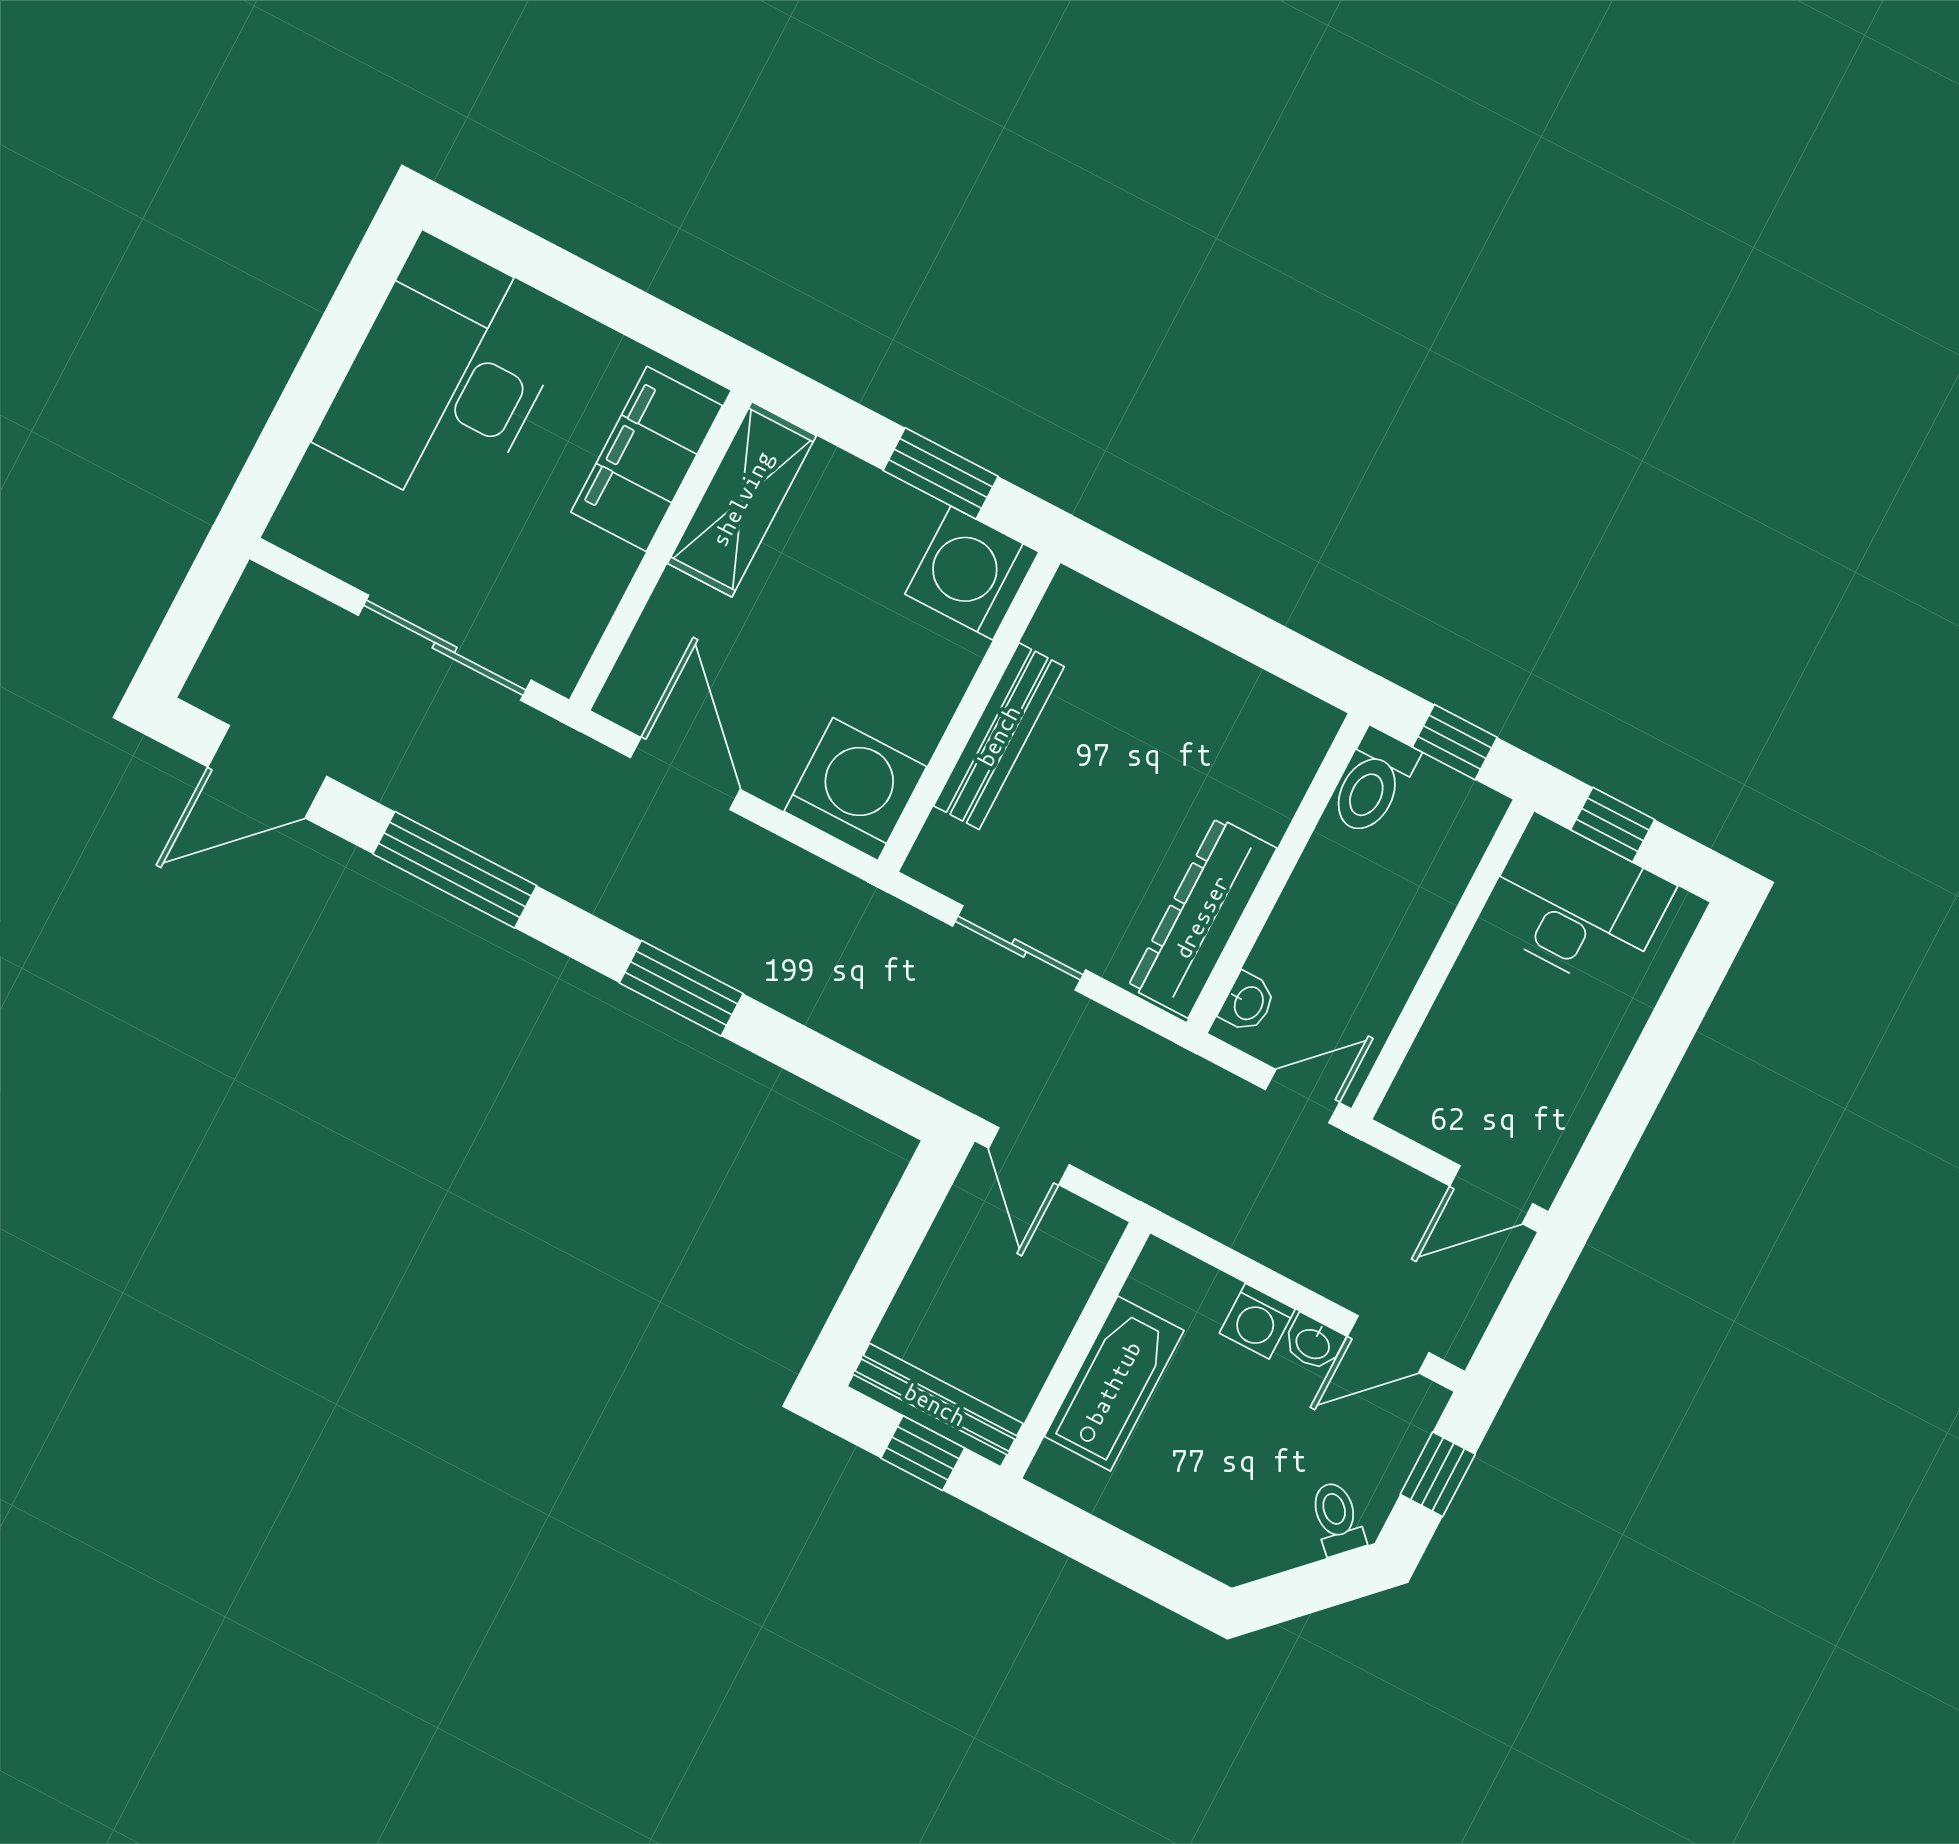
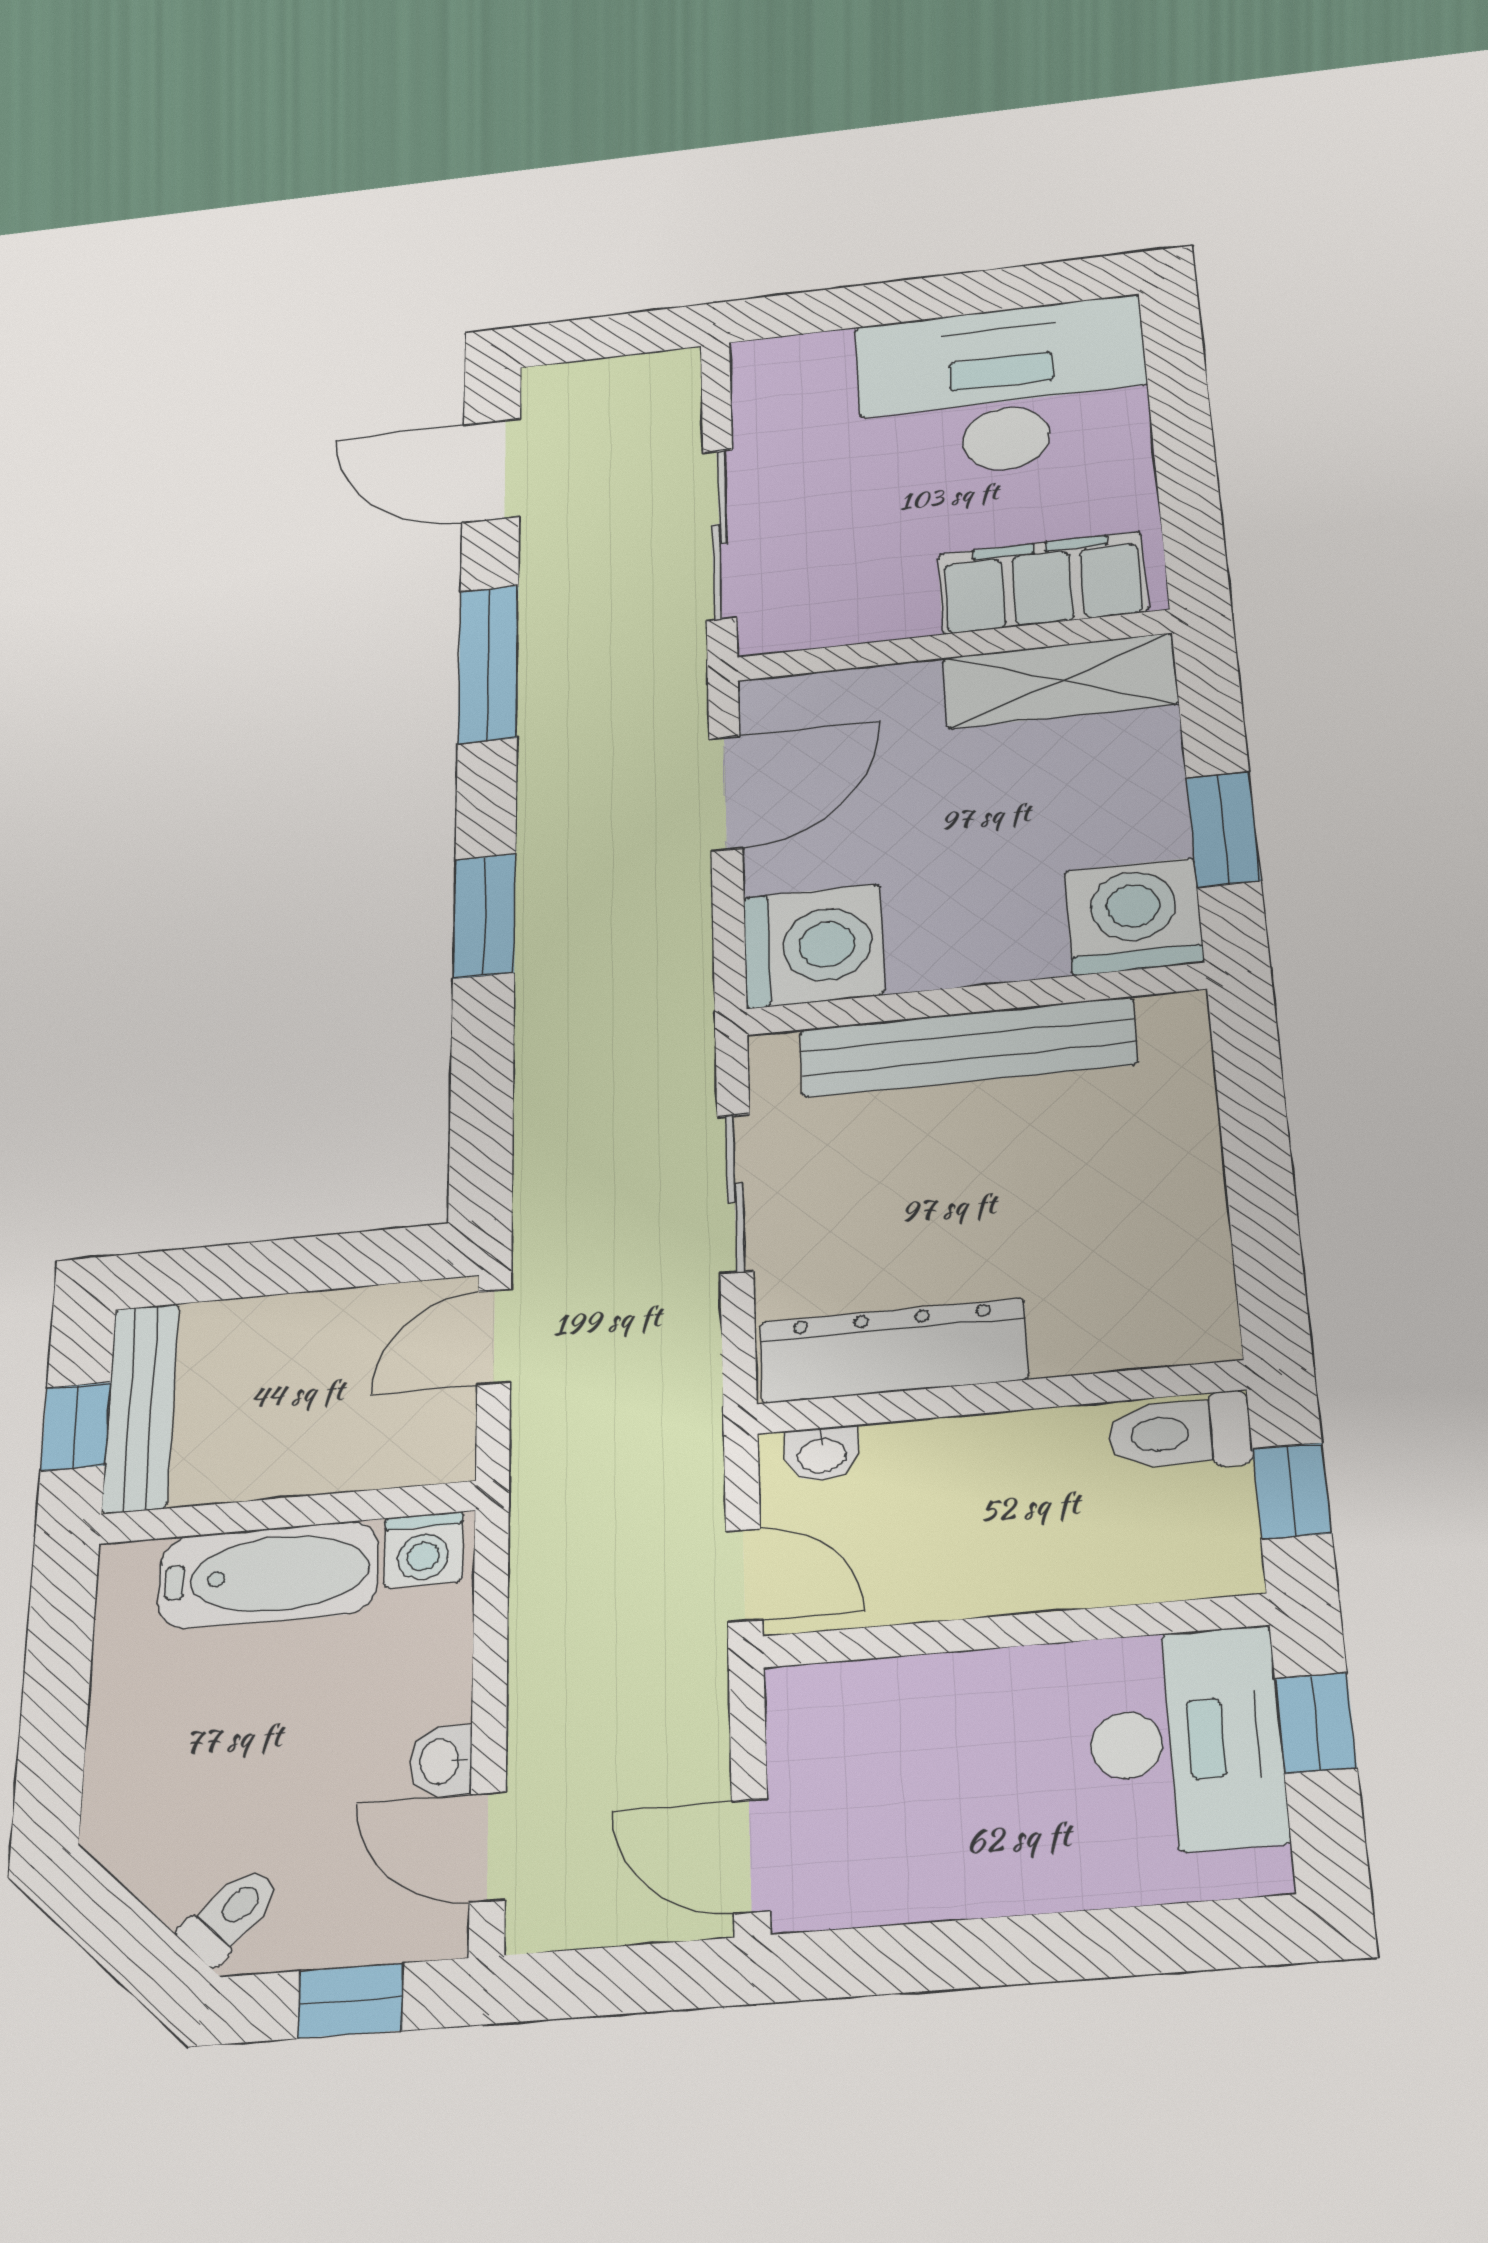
bench: (999, 736) -> (968, 1047), width x1.37, depth x1.21
washing machine: (1257, 1321) -> (423, 1550), moved, turned -90

